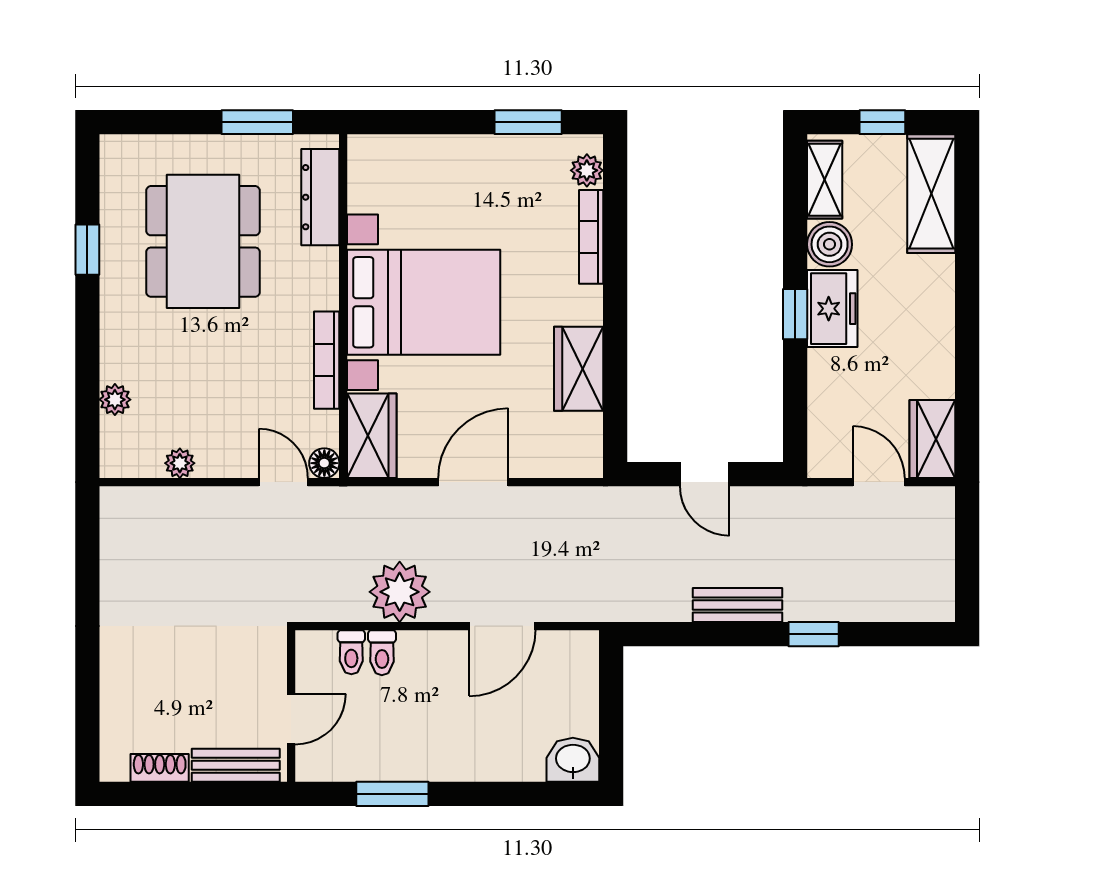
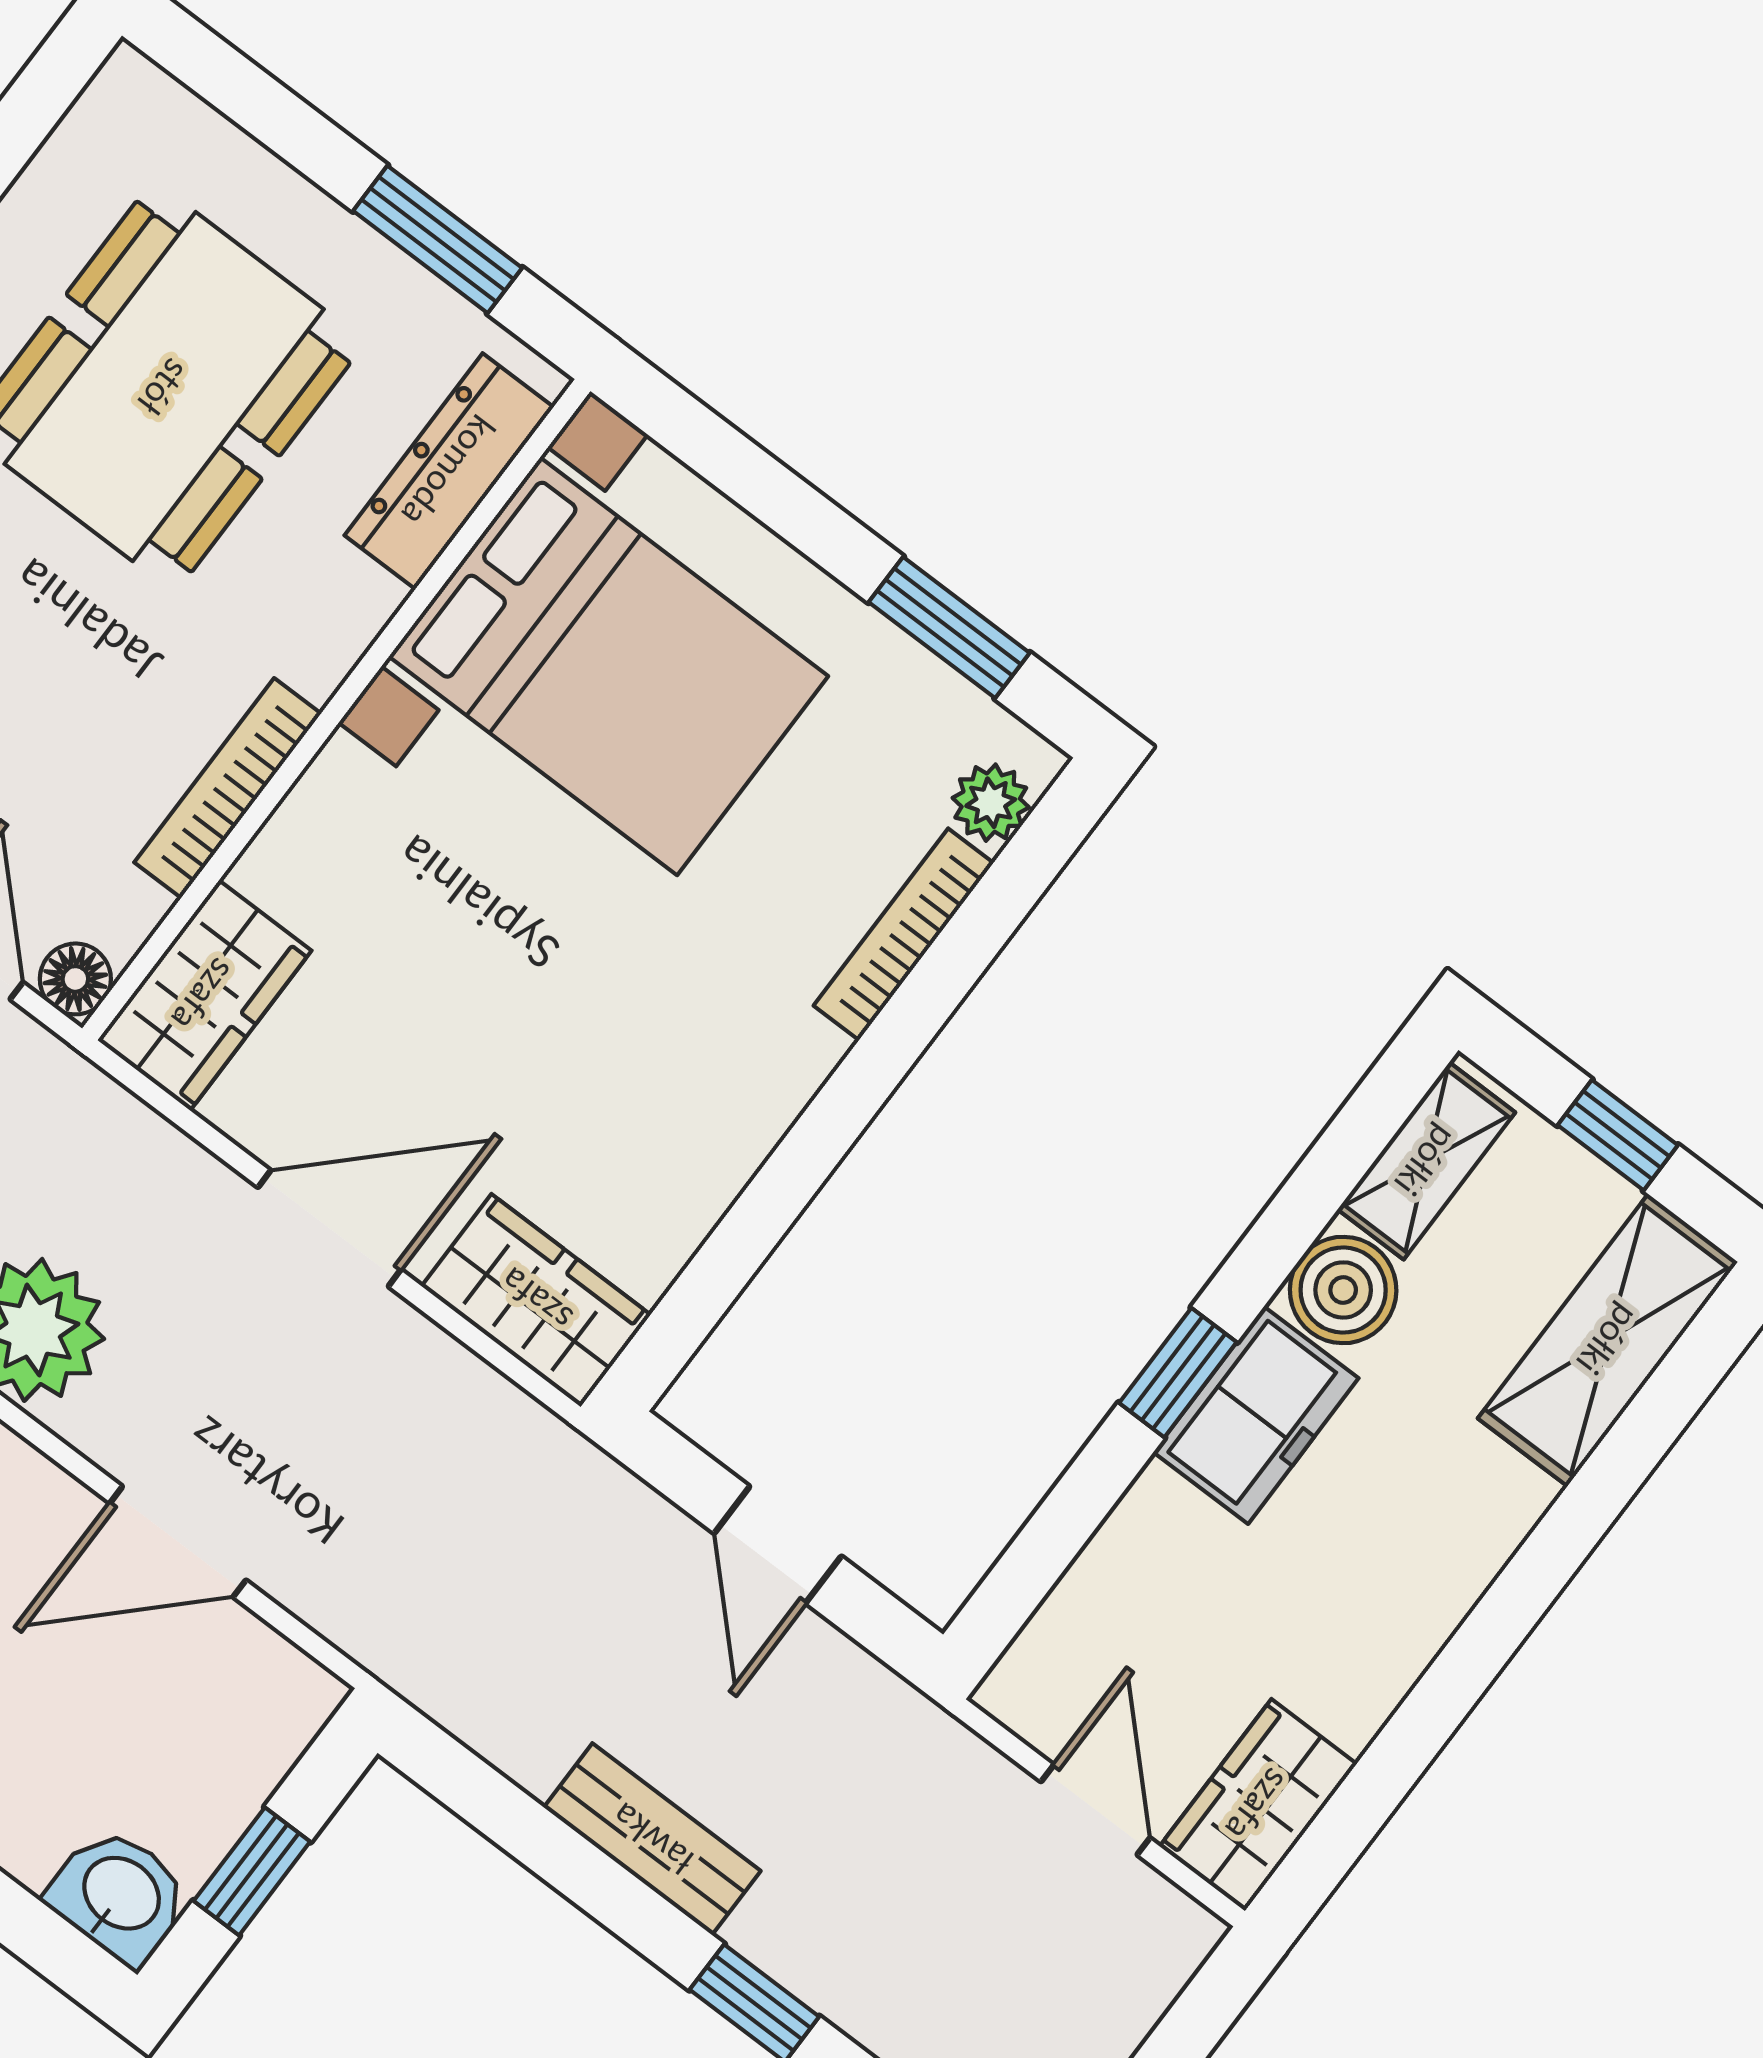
bed with nightstands: (424, 302) -> (608, 666), moved
wardrobe: (579, 369) -> (536, 1300), moved, turned 90
window: (611, 718) -> (252, 1871), added

